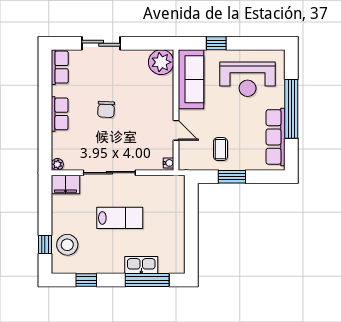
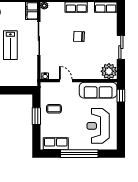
sliding door: (101, 43) -> (121, 47), moved
window: (216, 43) -> (121, 96), moved
door: (176, 130) -> (66, 81), swing flipped
row of seats: (276, 137) -> (56, 144), width x0.68

